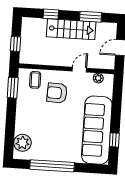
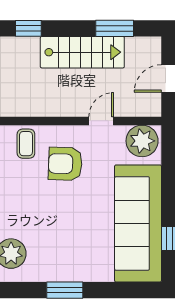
window: (51, 14) -> (28, 28), moved
plant: (98, 78) -> (142, 141), width x1.87, depth x1.87
window: (52, 166) -> (65, 290), width x0.47

